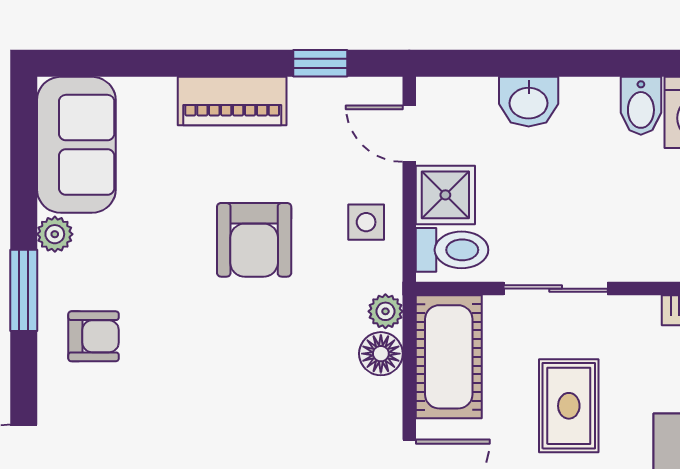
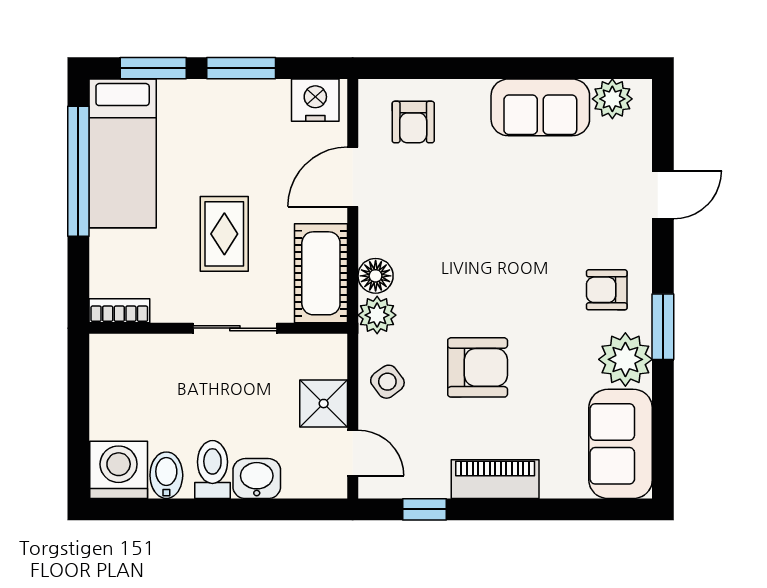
side table: (366, 222) -> (387, 382), turned -37
plant: (55, 234) -> (625, 359), width x1.87, depth x1.87
armchair: (254, 240) -> (478, 367), turned 90
toilet: (452, 250) -> (212, 470), moved, turned 90
plant: (385, 311) -> (377, 315), width x1.38, depth x1.38

